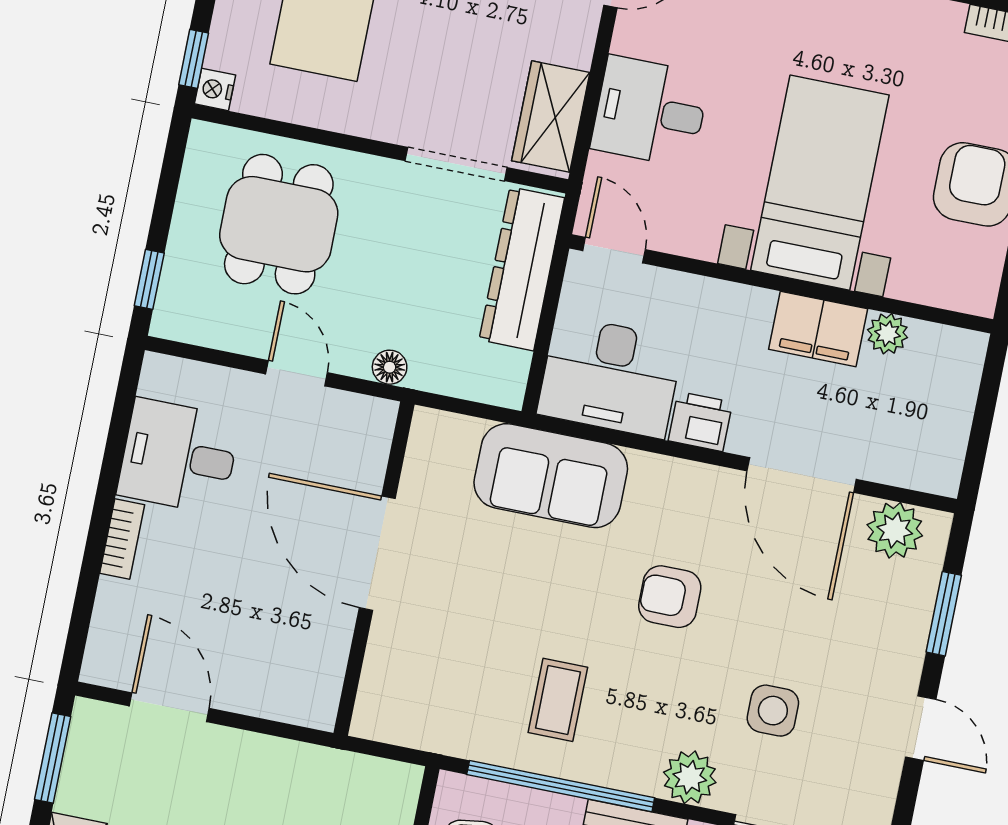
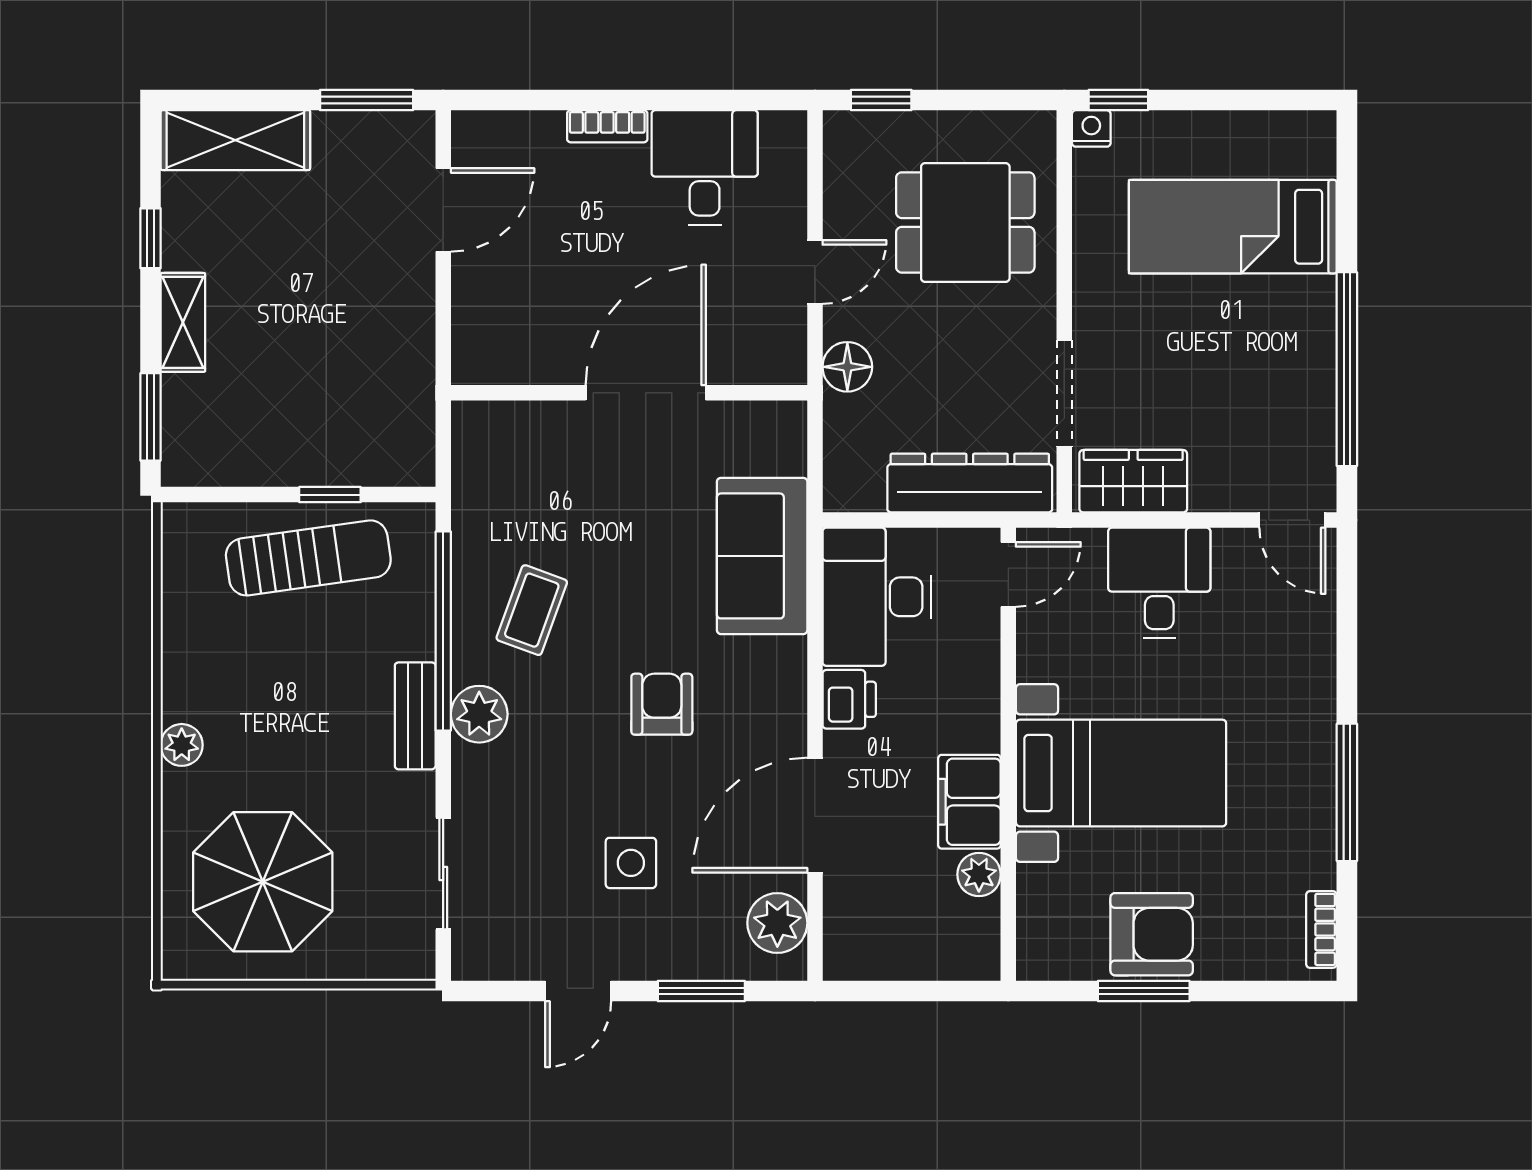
floor lamp: (390, 367) -> (847, 367), width x1.37, depth x1.37
coffee table: (558, 700) -> (532, 610), turned -70
side table: (773, 711) -> (631, 863), moved
plant: (690, 777) -> (479, 714), moved

